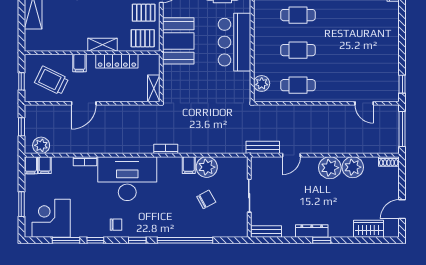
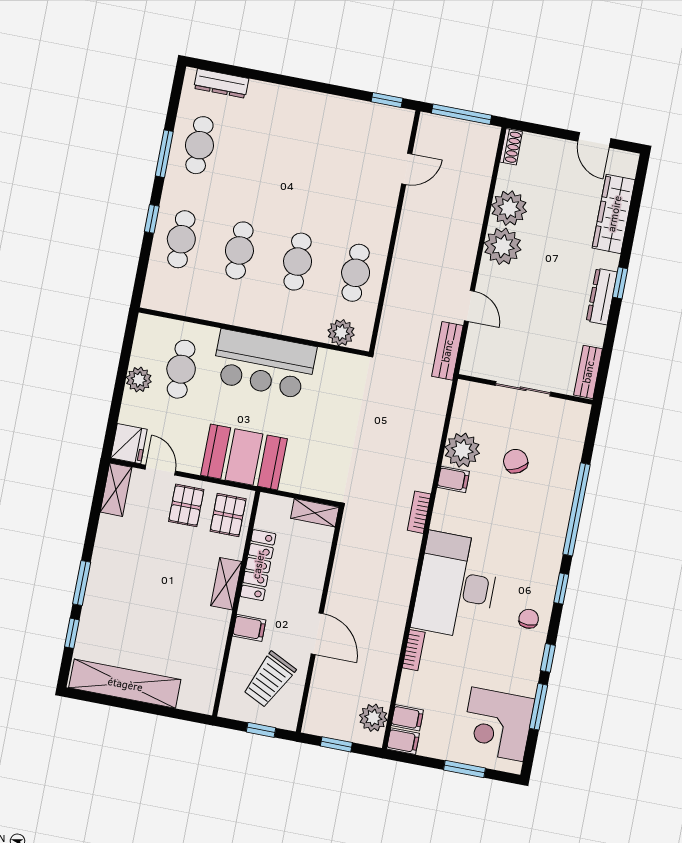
wardrobe: (369, 229) -> (614, 214), width x1.50

